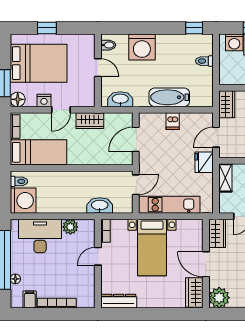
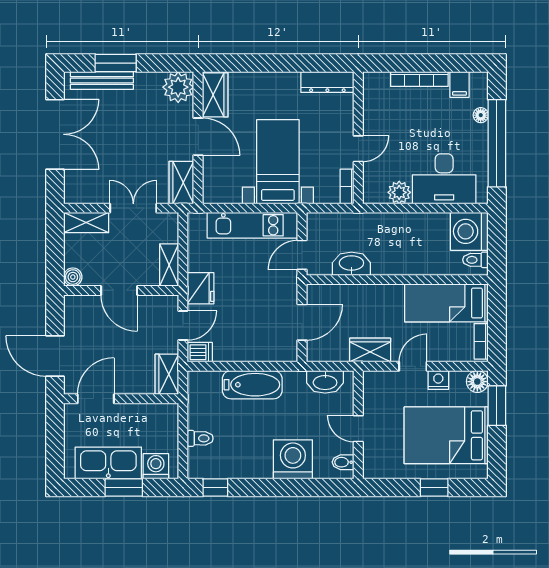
dishwasher: (173, 121) -> (200, 352), moved, turned 90
washbasin: (100, 205) -> (351, 264), moved, turned 180

